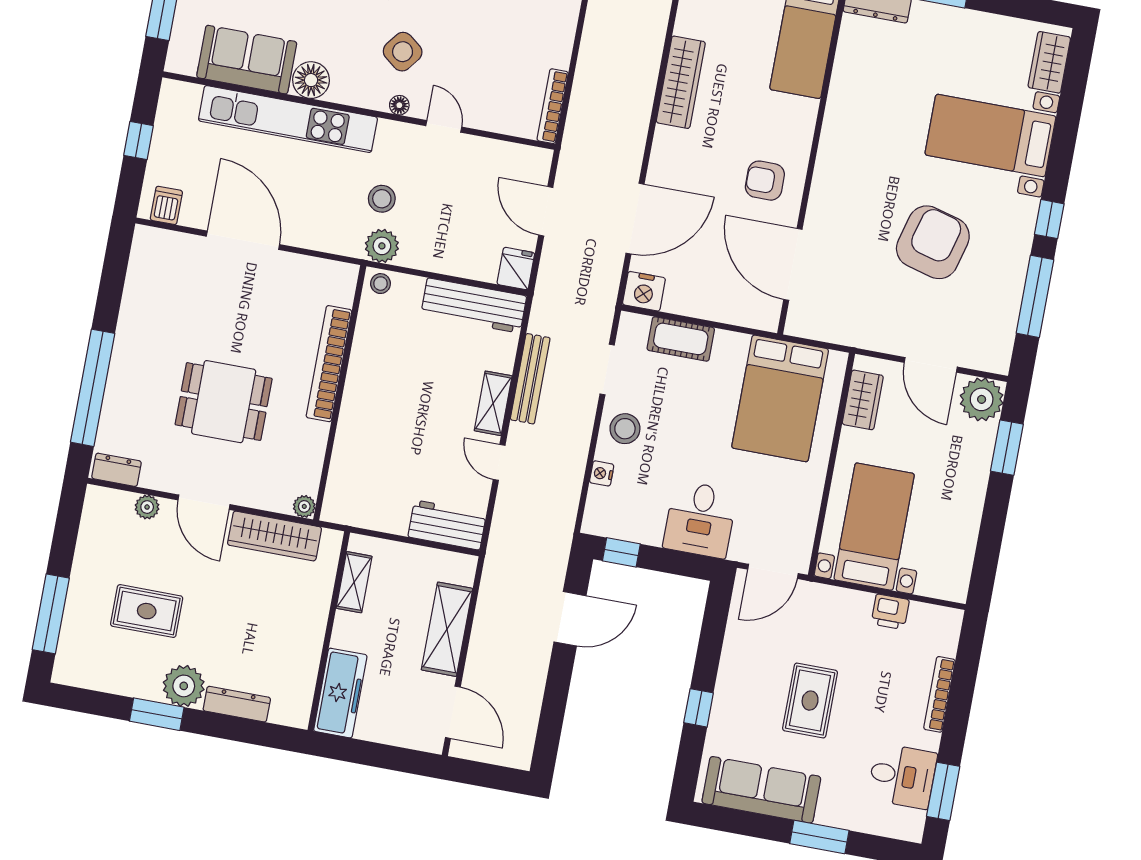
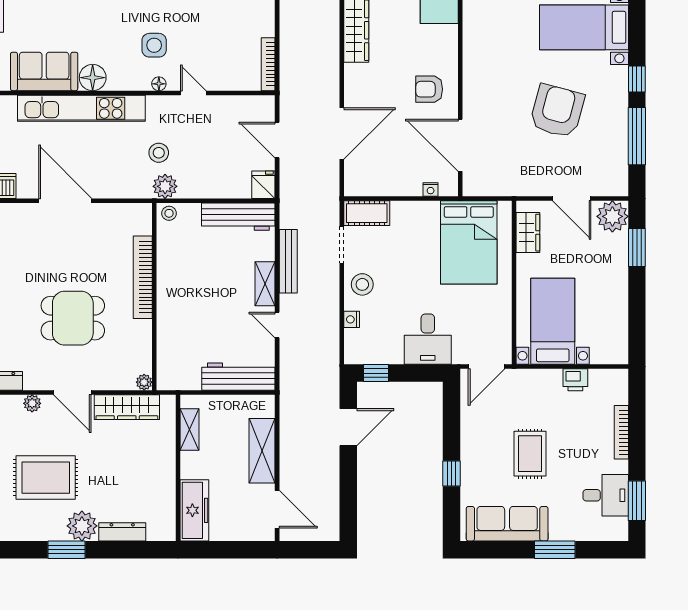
side table: (403, 52) -> (154, 45), turned -38
nightstand: (644, 291) -> (431, 189), moved, width x0.53, depth x0.56
cot: (681, 339) -> (367, 213), moved
workbench: (447, 525) -> (238, 377), width x1.38
rug: (147, 611) -> (46, 478), width x1.36, depth x1.43

